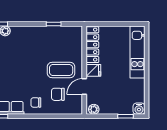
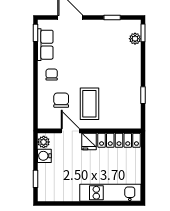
water cooler: (139, 109) -> (44, 156), moved

